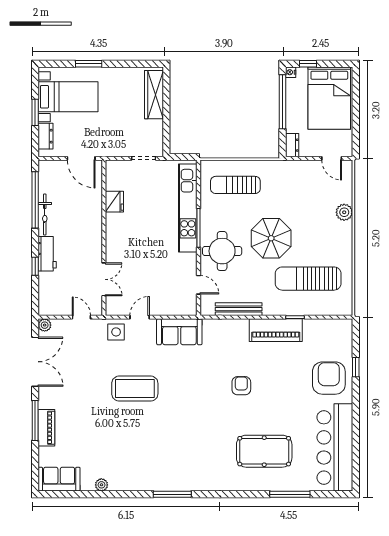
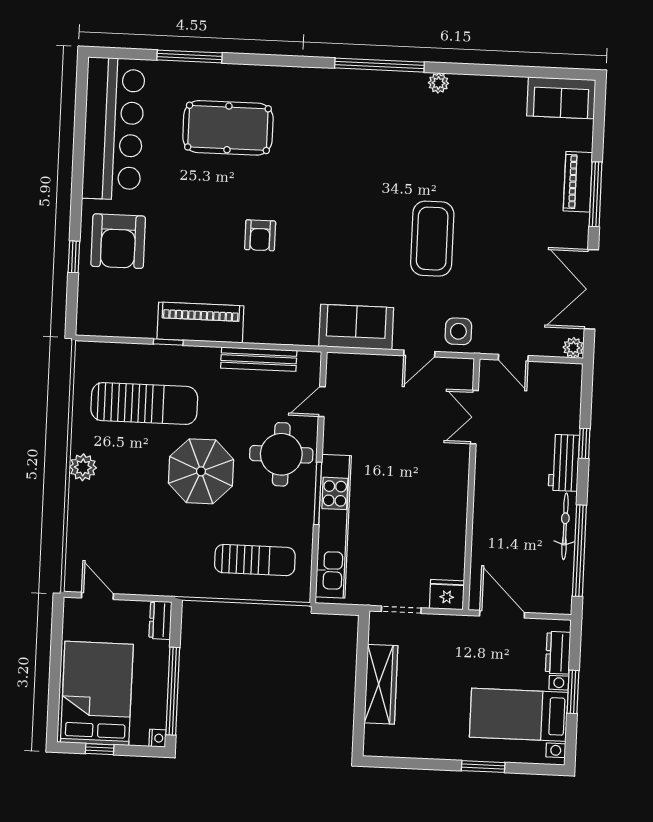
window: (308, 64) -> (100, 749), moved
wardrobe: (154, 95) -> (381, 684), moved
fridge: (114, 202) -> (447, 595), moved, turned 90
plant: (344, 212) -> (83, 467), moved
door: (199, 285) -> (322, 402), hinge flipped
coffee table: (135, 389) -> (432, 239), turned 90
plant: (101, 485) -> (438, 83), moved
window: (172, 494) -> (379, 65), width x1.46

